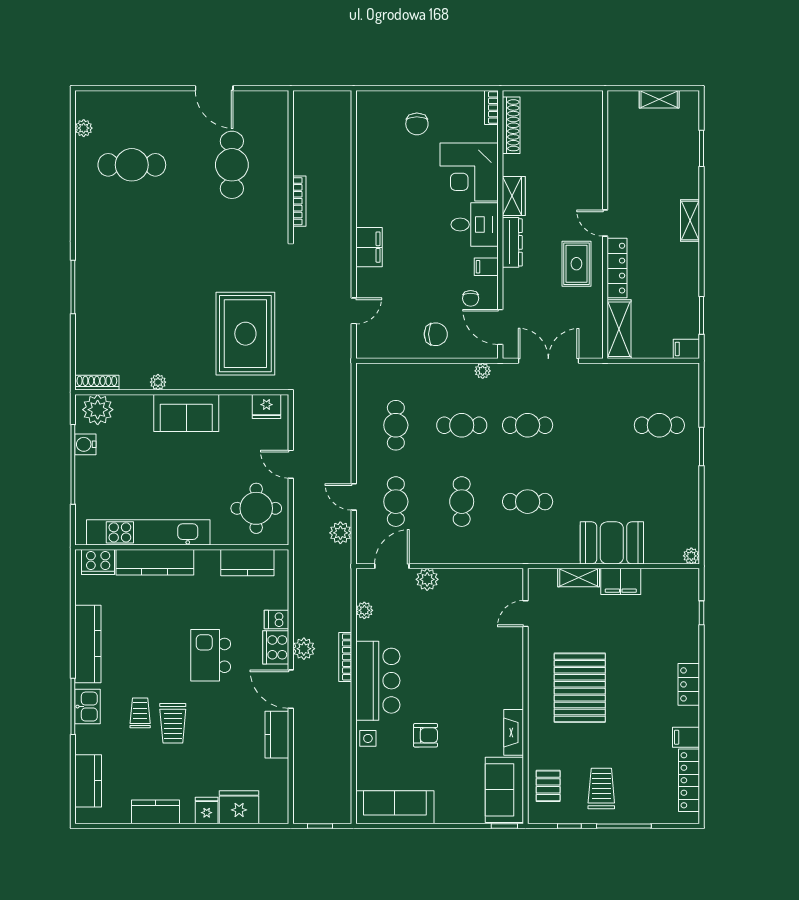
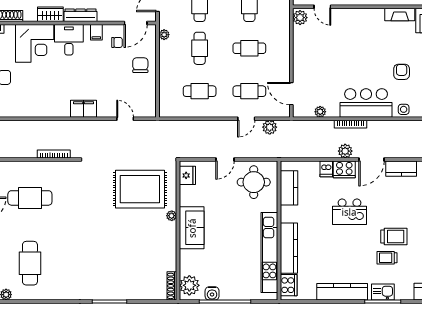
plant: (158, 382) -> (172, 216), moved
plant: (427, 579) -> (300, 18), moved

